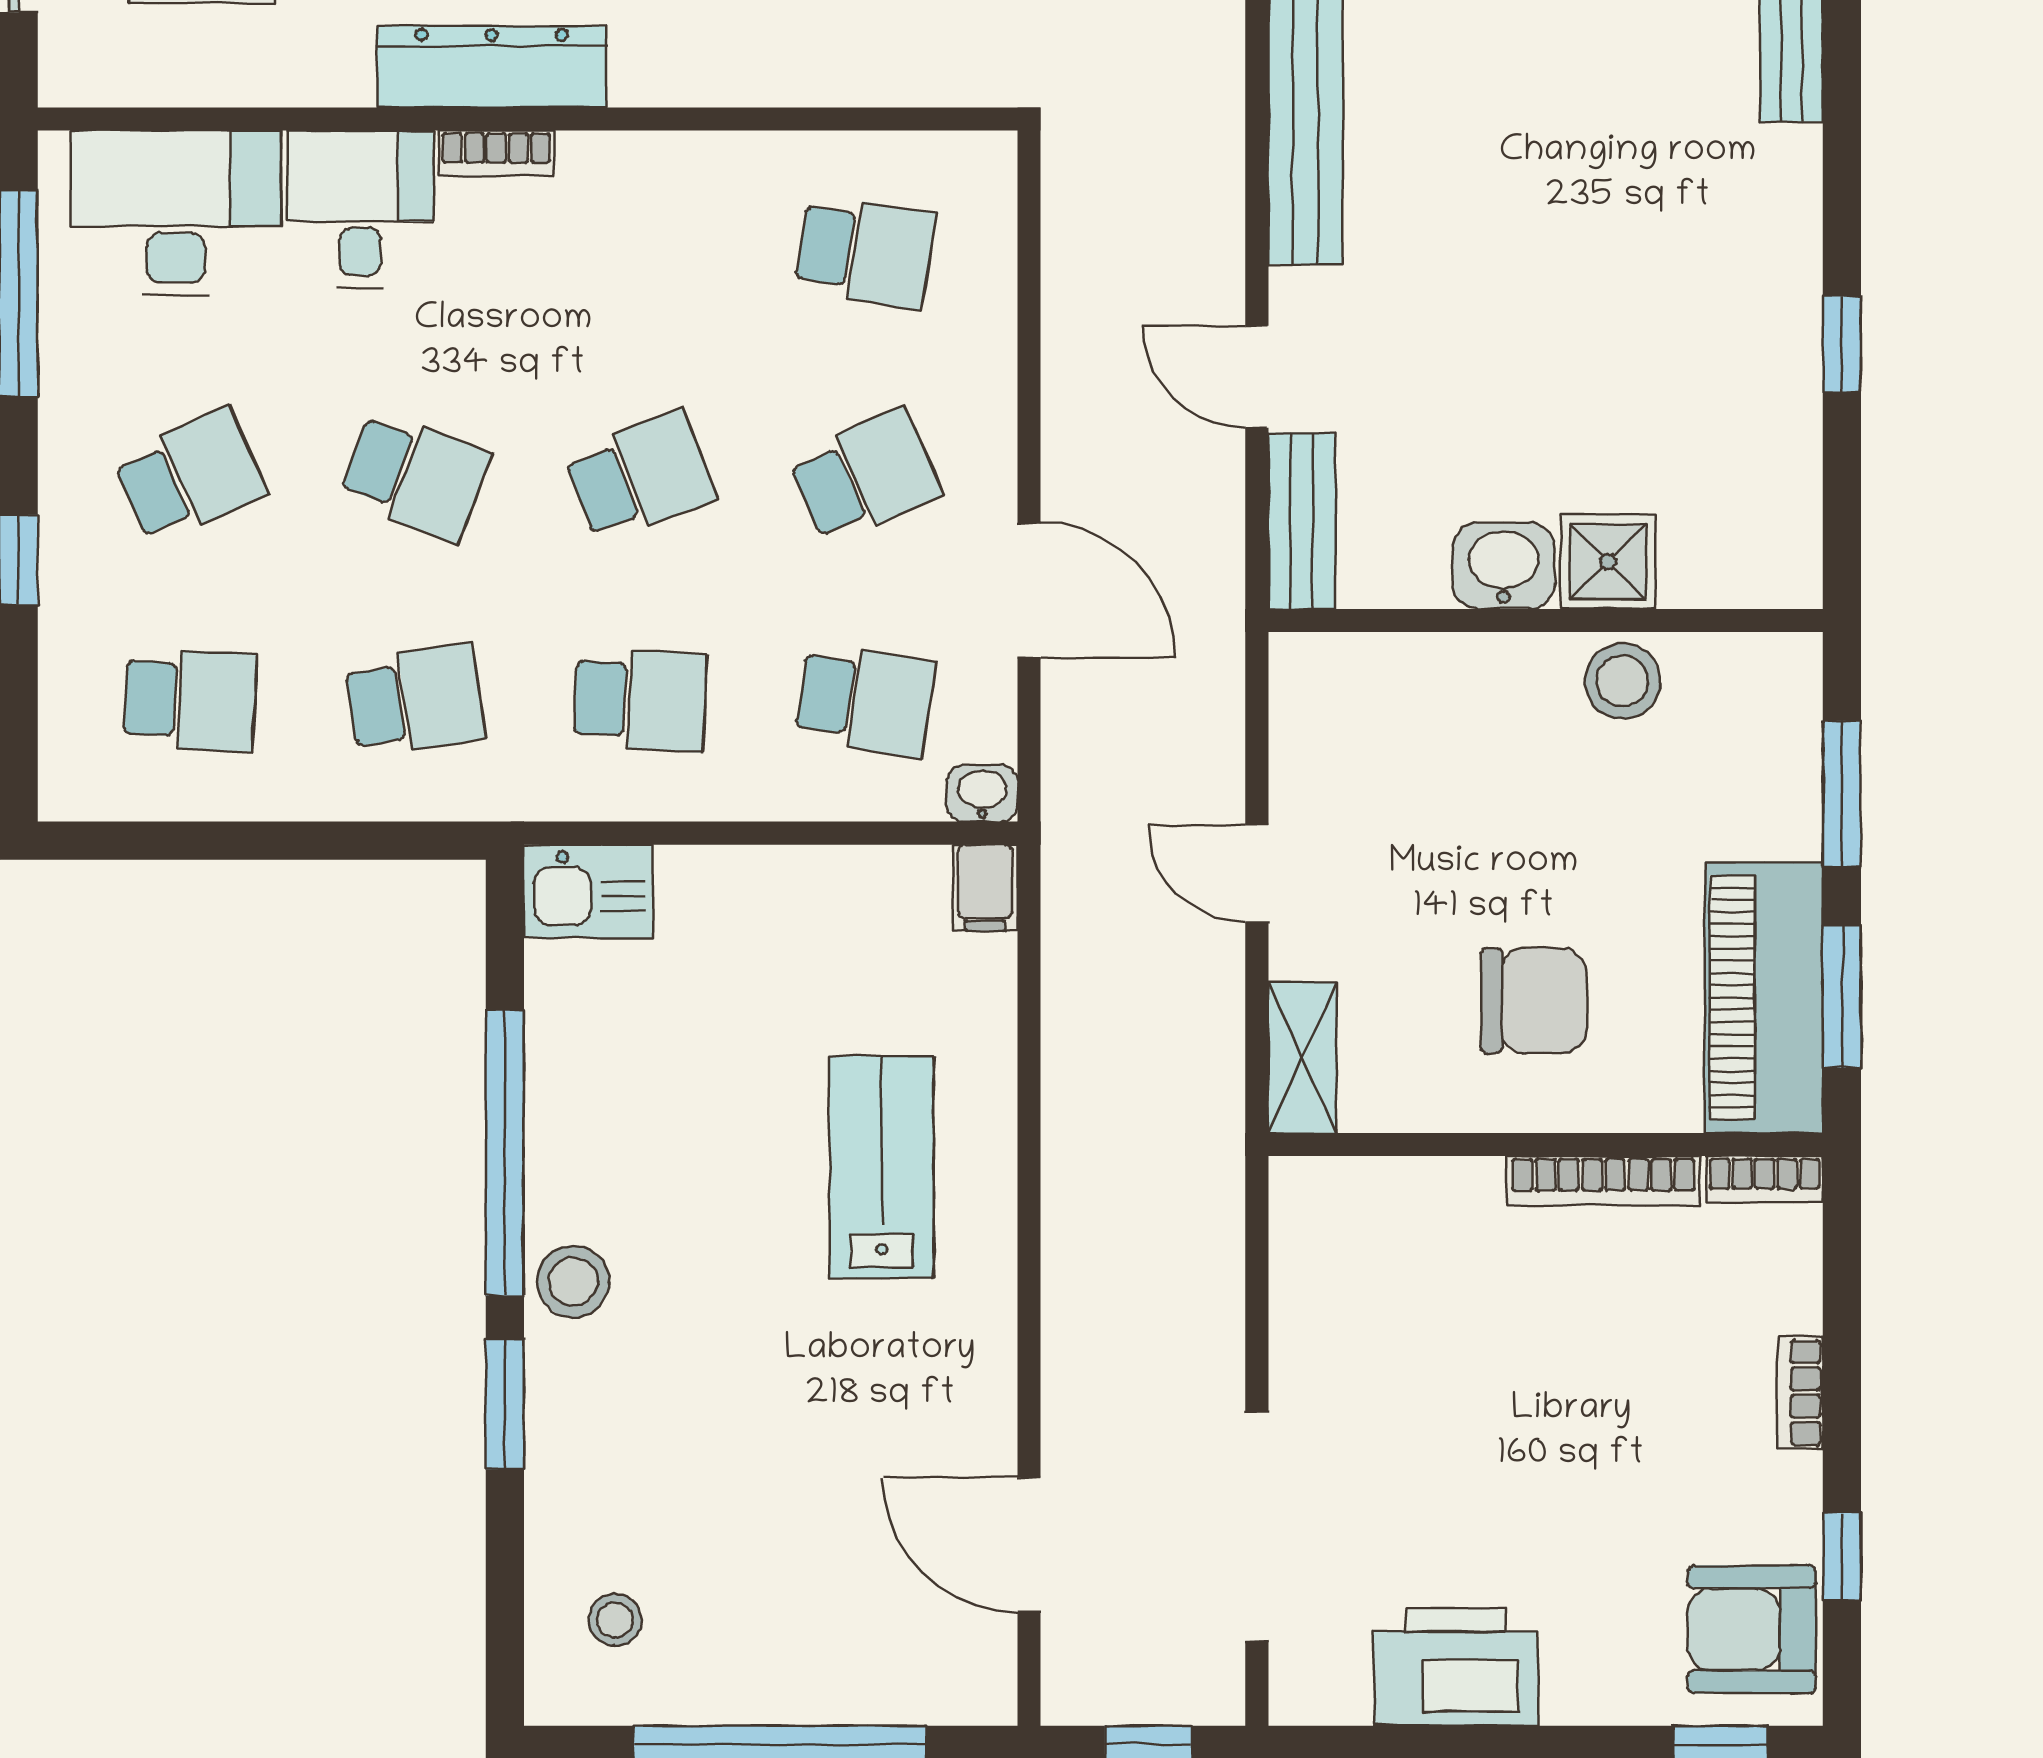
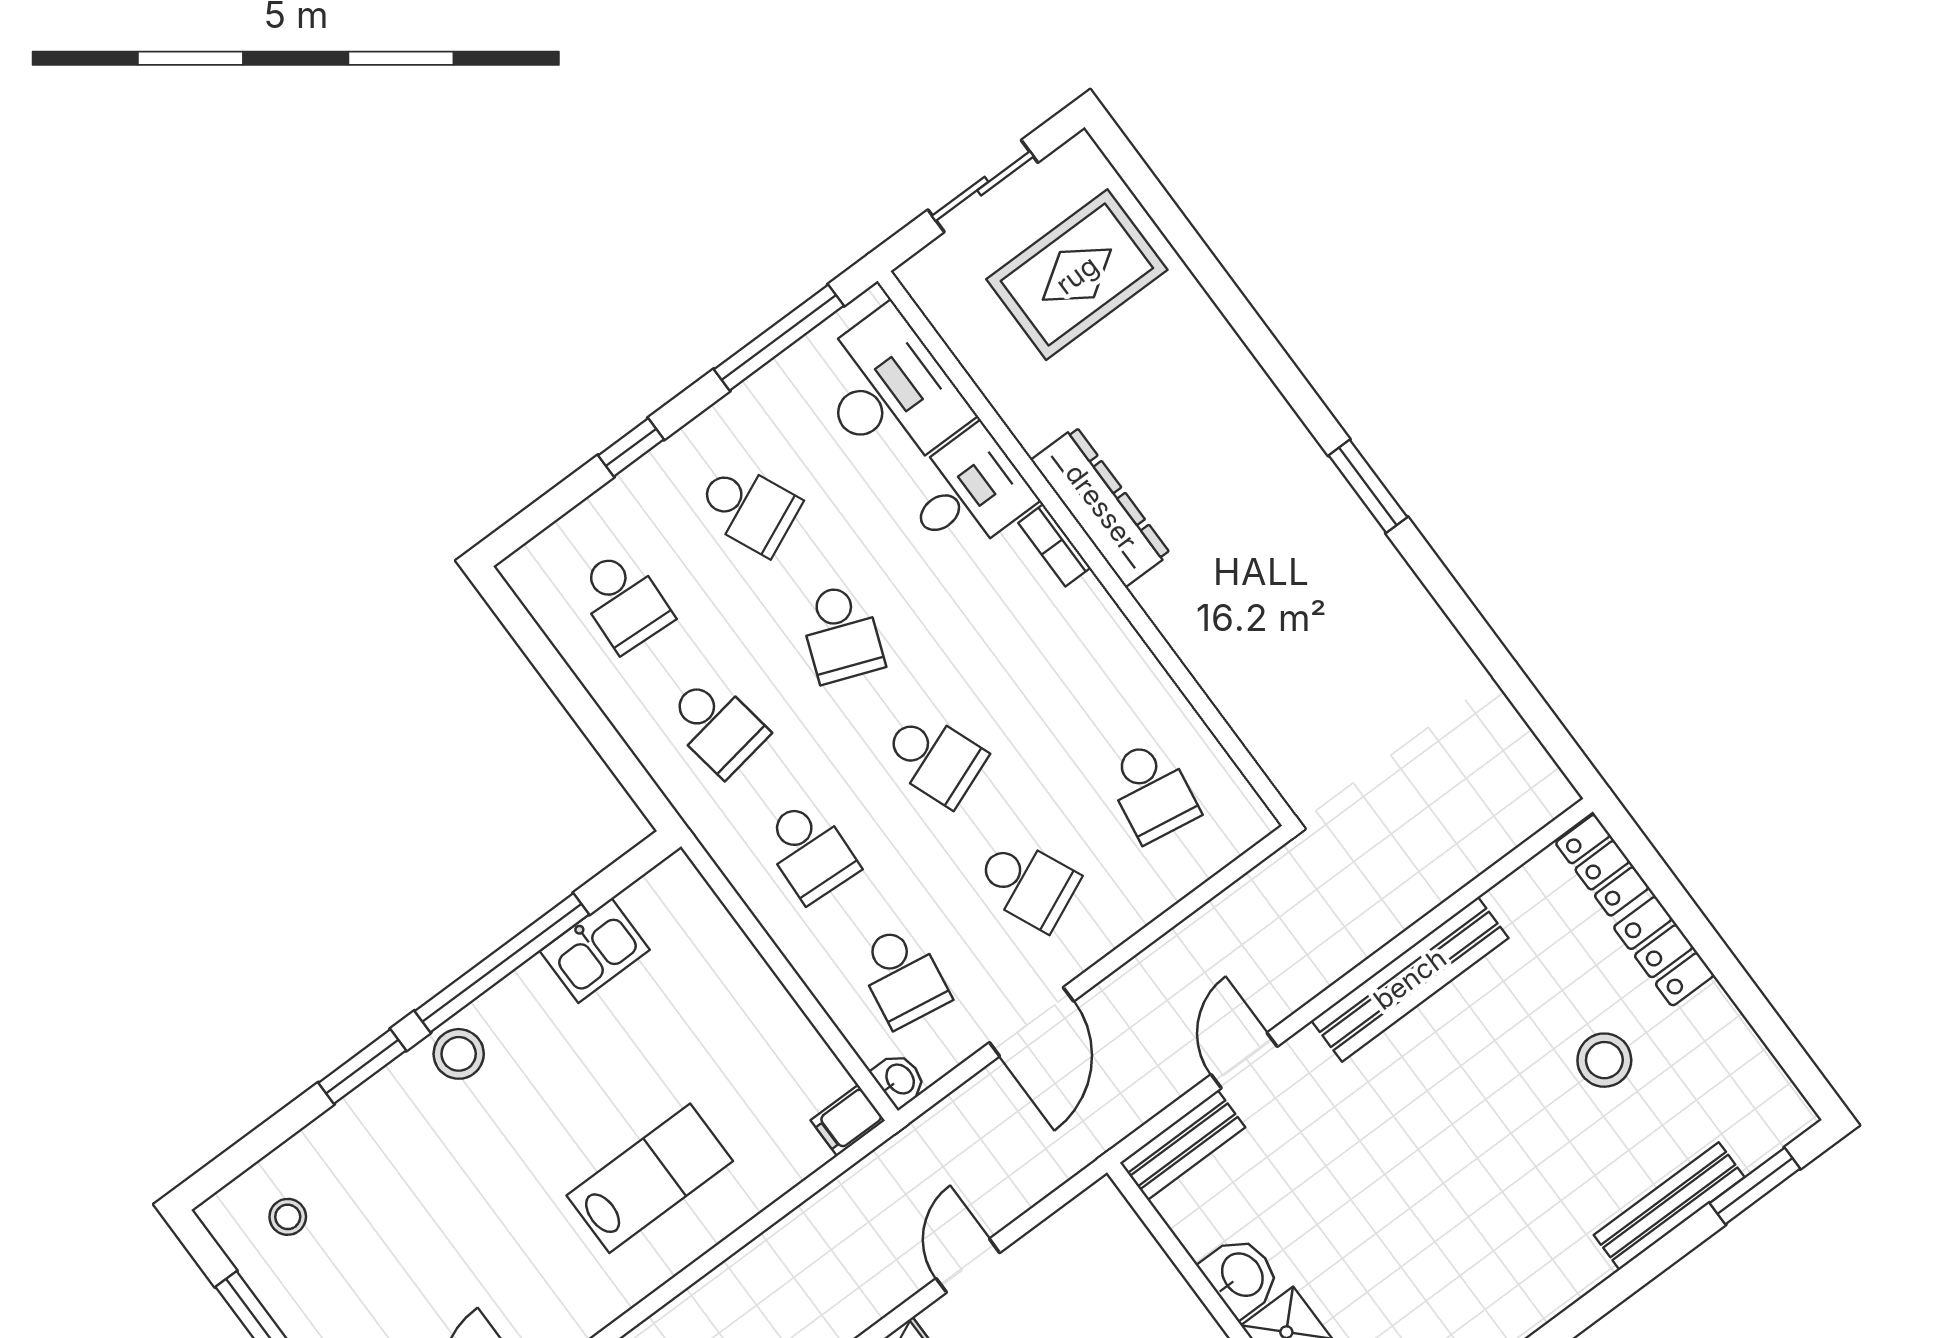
kitchen sink: (588, 891) -> (595, 950), moved, turned -90

